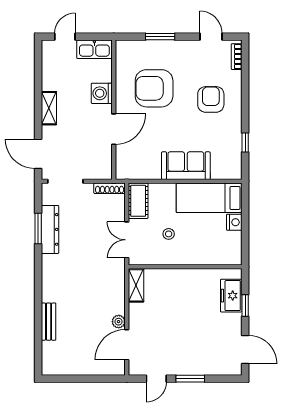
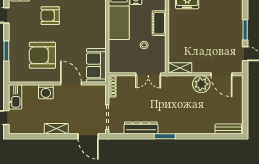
armchair: (154, 88) -> (42, 55), turned 90
door: (38, 154) -> (88, 136), hinge flipped
sofa: (186, 166) -> (96, 65), moved
cot: (138, 201) -> (159, 23), moved, turned 90
window: (38, 229) -> (165, 136), moved
bench: (49, 322) -> (228, 129), moved
plant: (119, 322) -> (201, 84), width x1.87, depth x1.87

